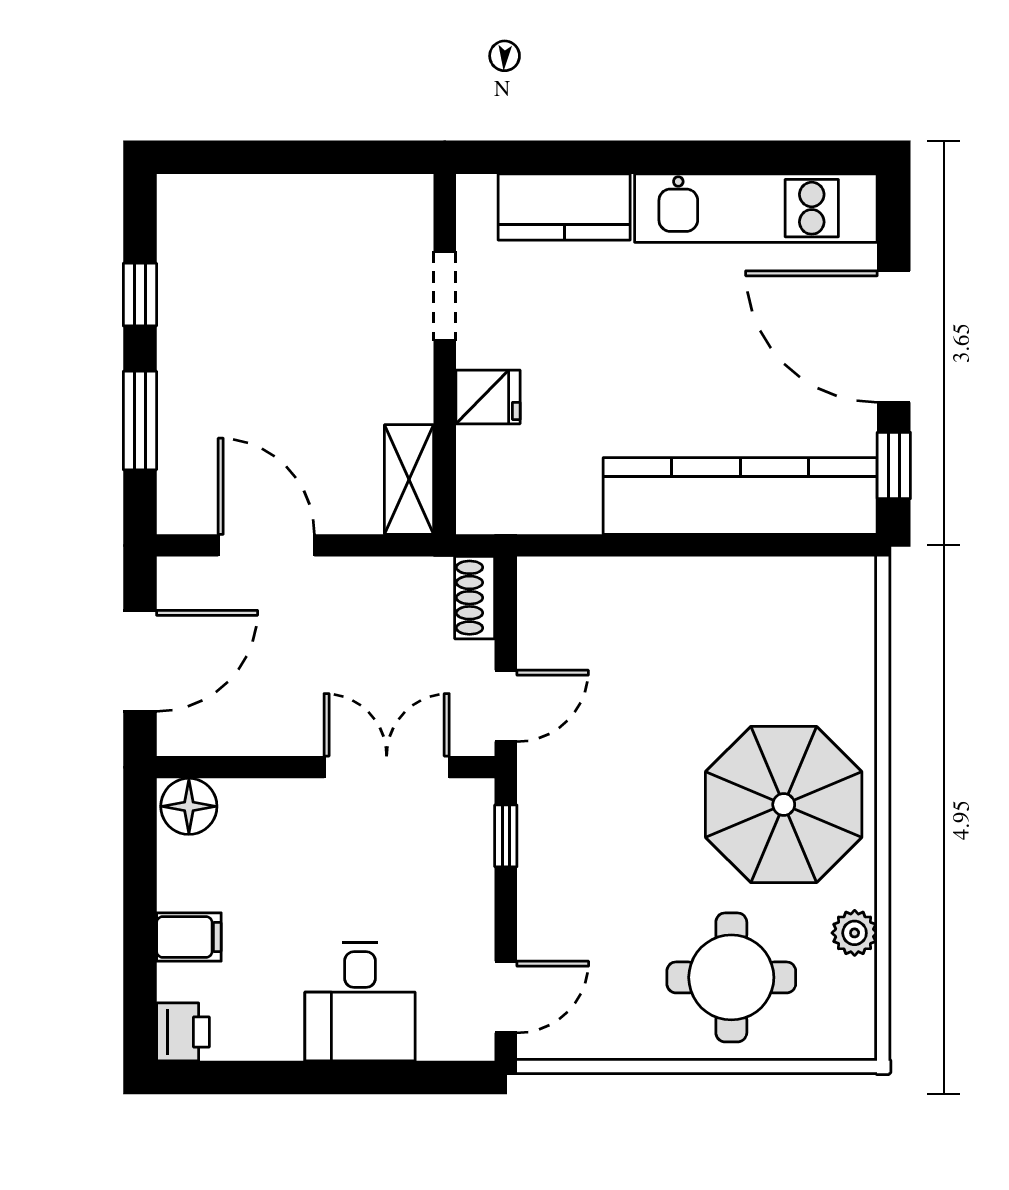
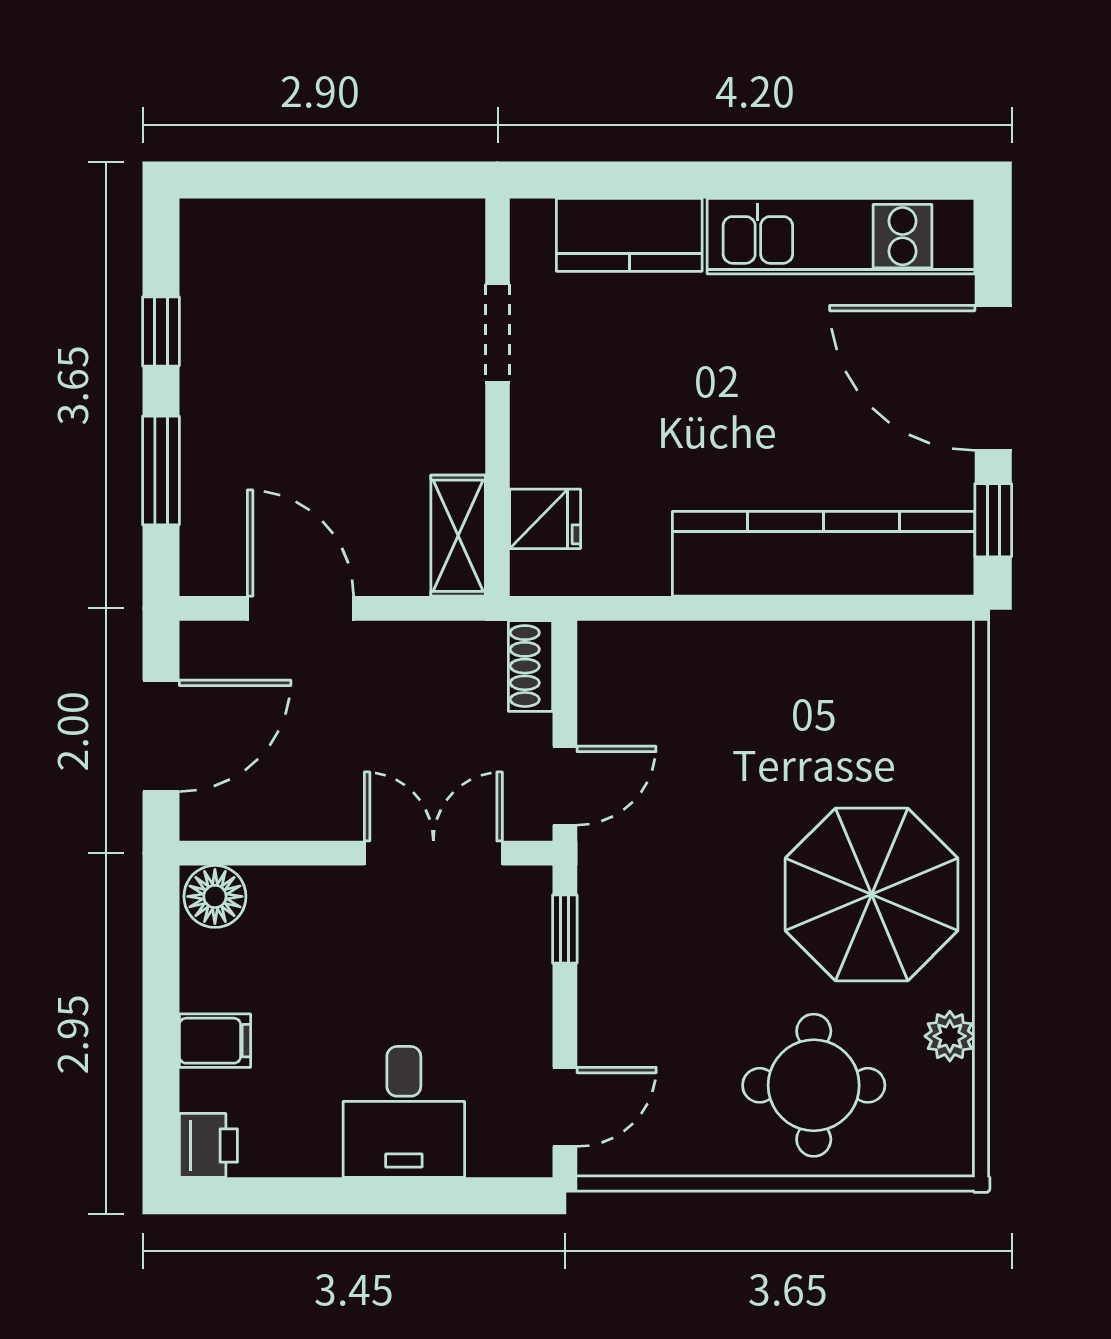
fridge: (488, 397) -> (545, 519), moved

